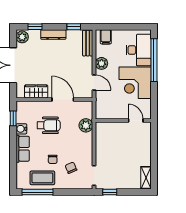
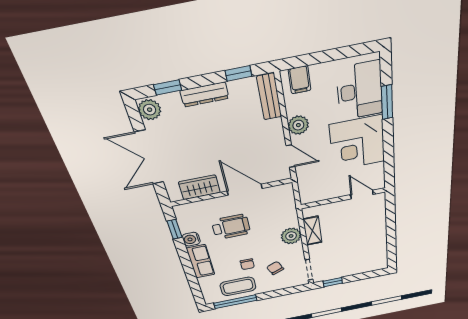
window: (154, 60) -> (387, 102), width x0.47
plant: (86, 125) -> (291, 236), moved
shelving: (146, 178) -> (312, 231), moved

